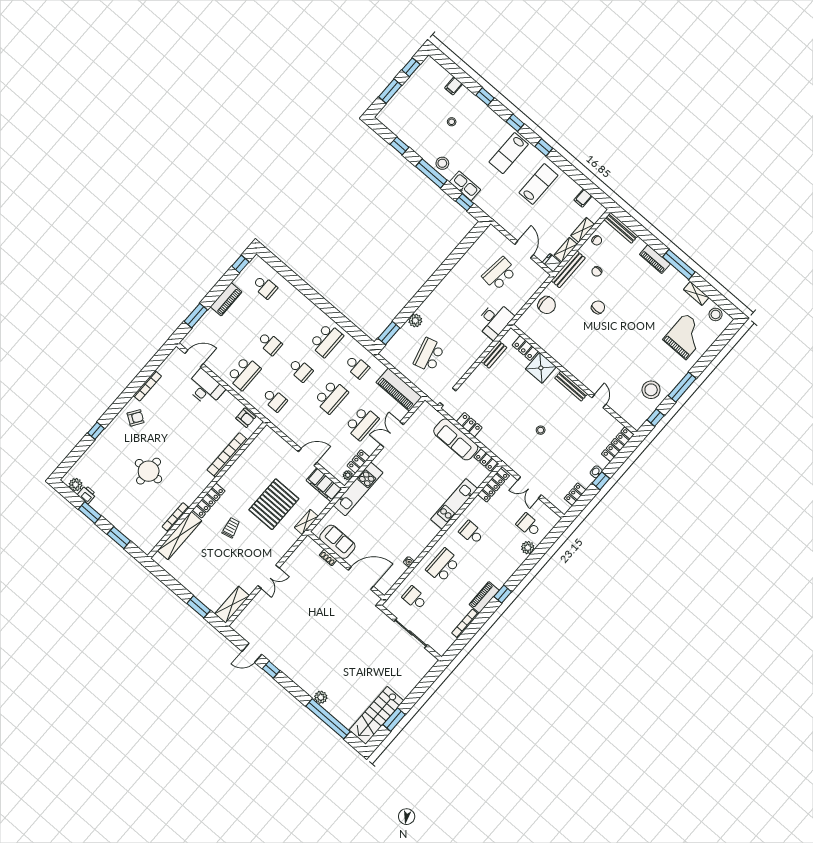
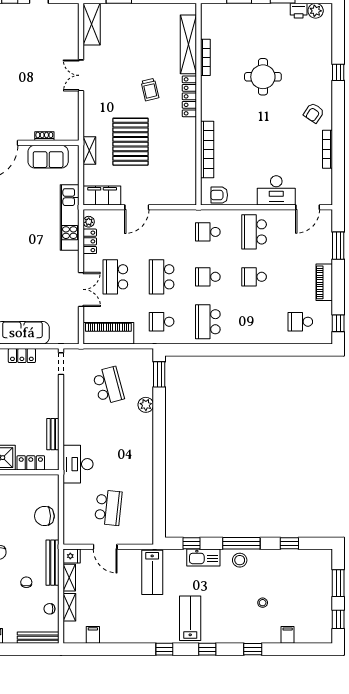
lab bench: (538, 184) -> (152, 572), moved

